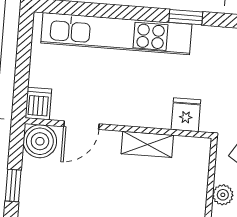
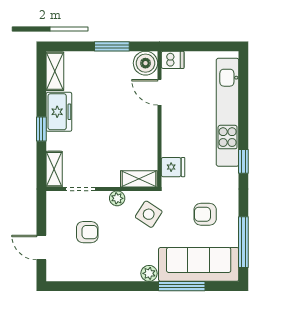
shelving: (147, 144) -> (139, 179), moved, turned 90
window: (13, 186) -> (112, 46), width x1.50

